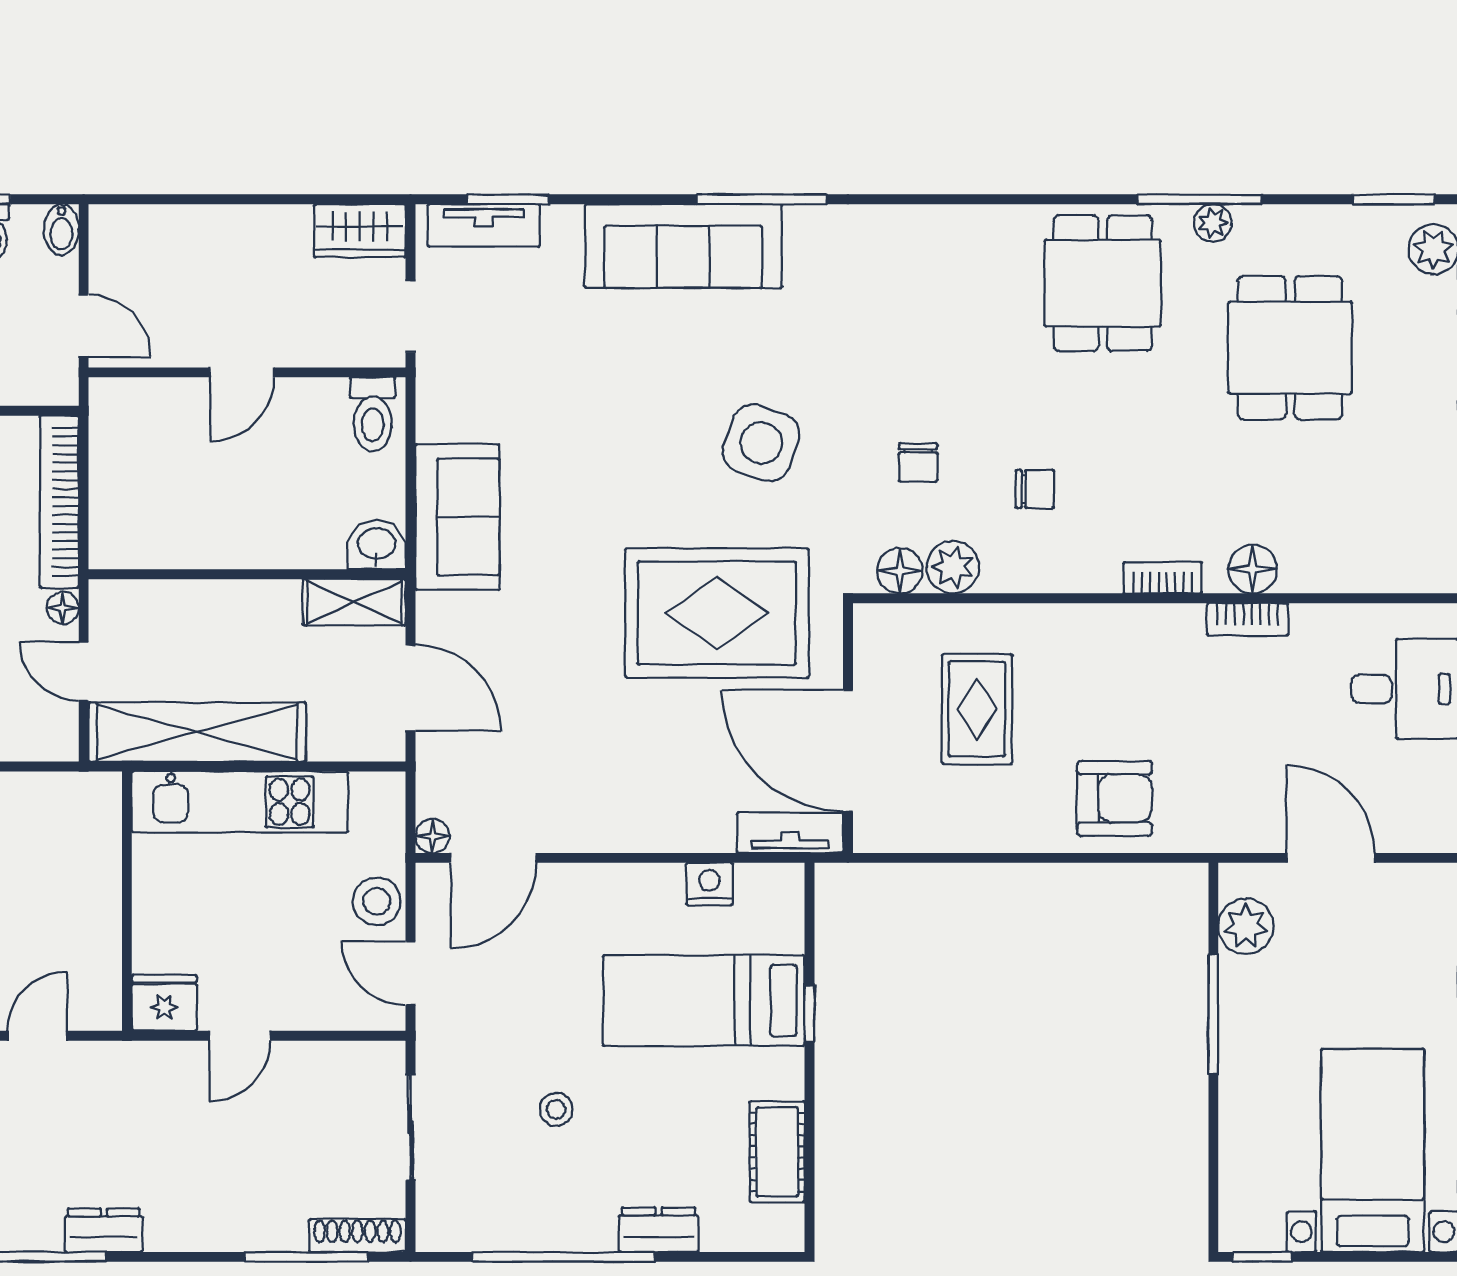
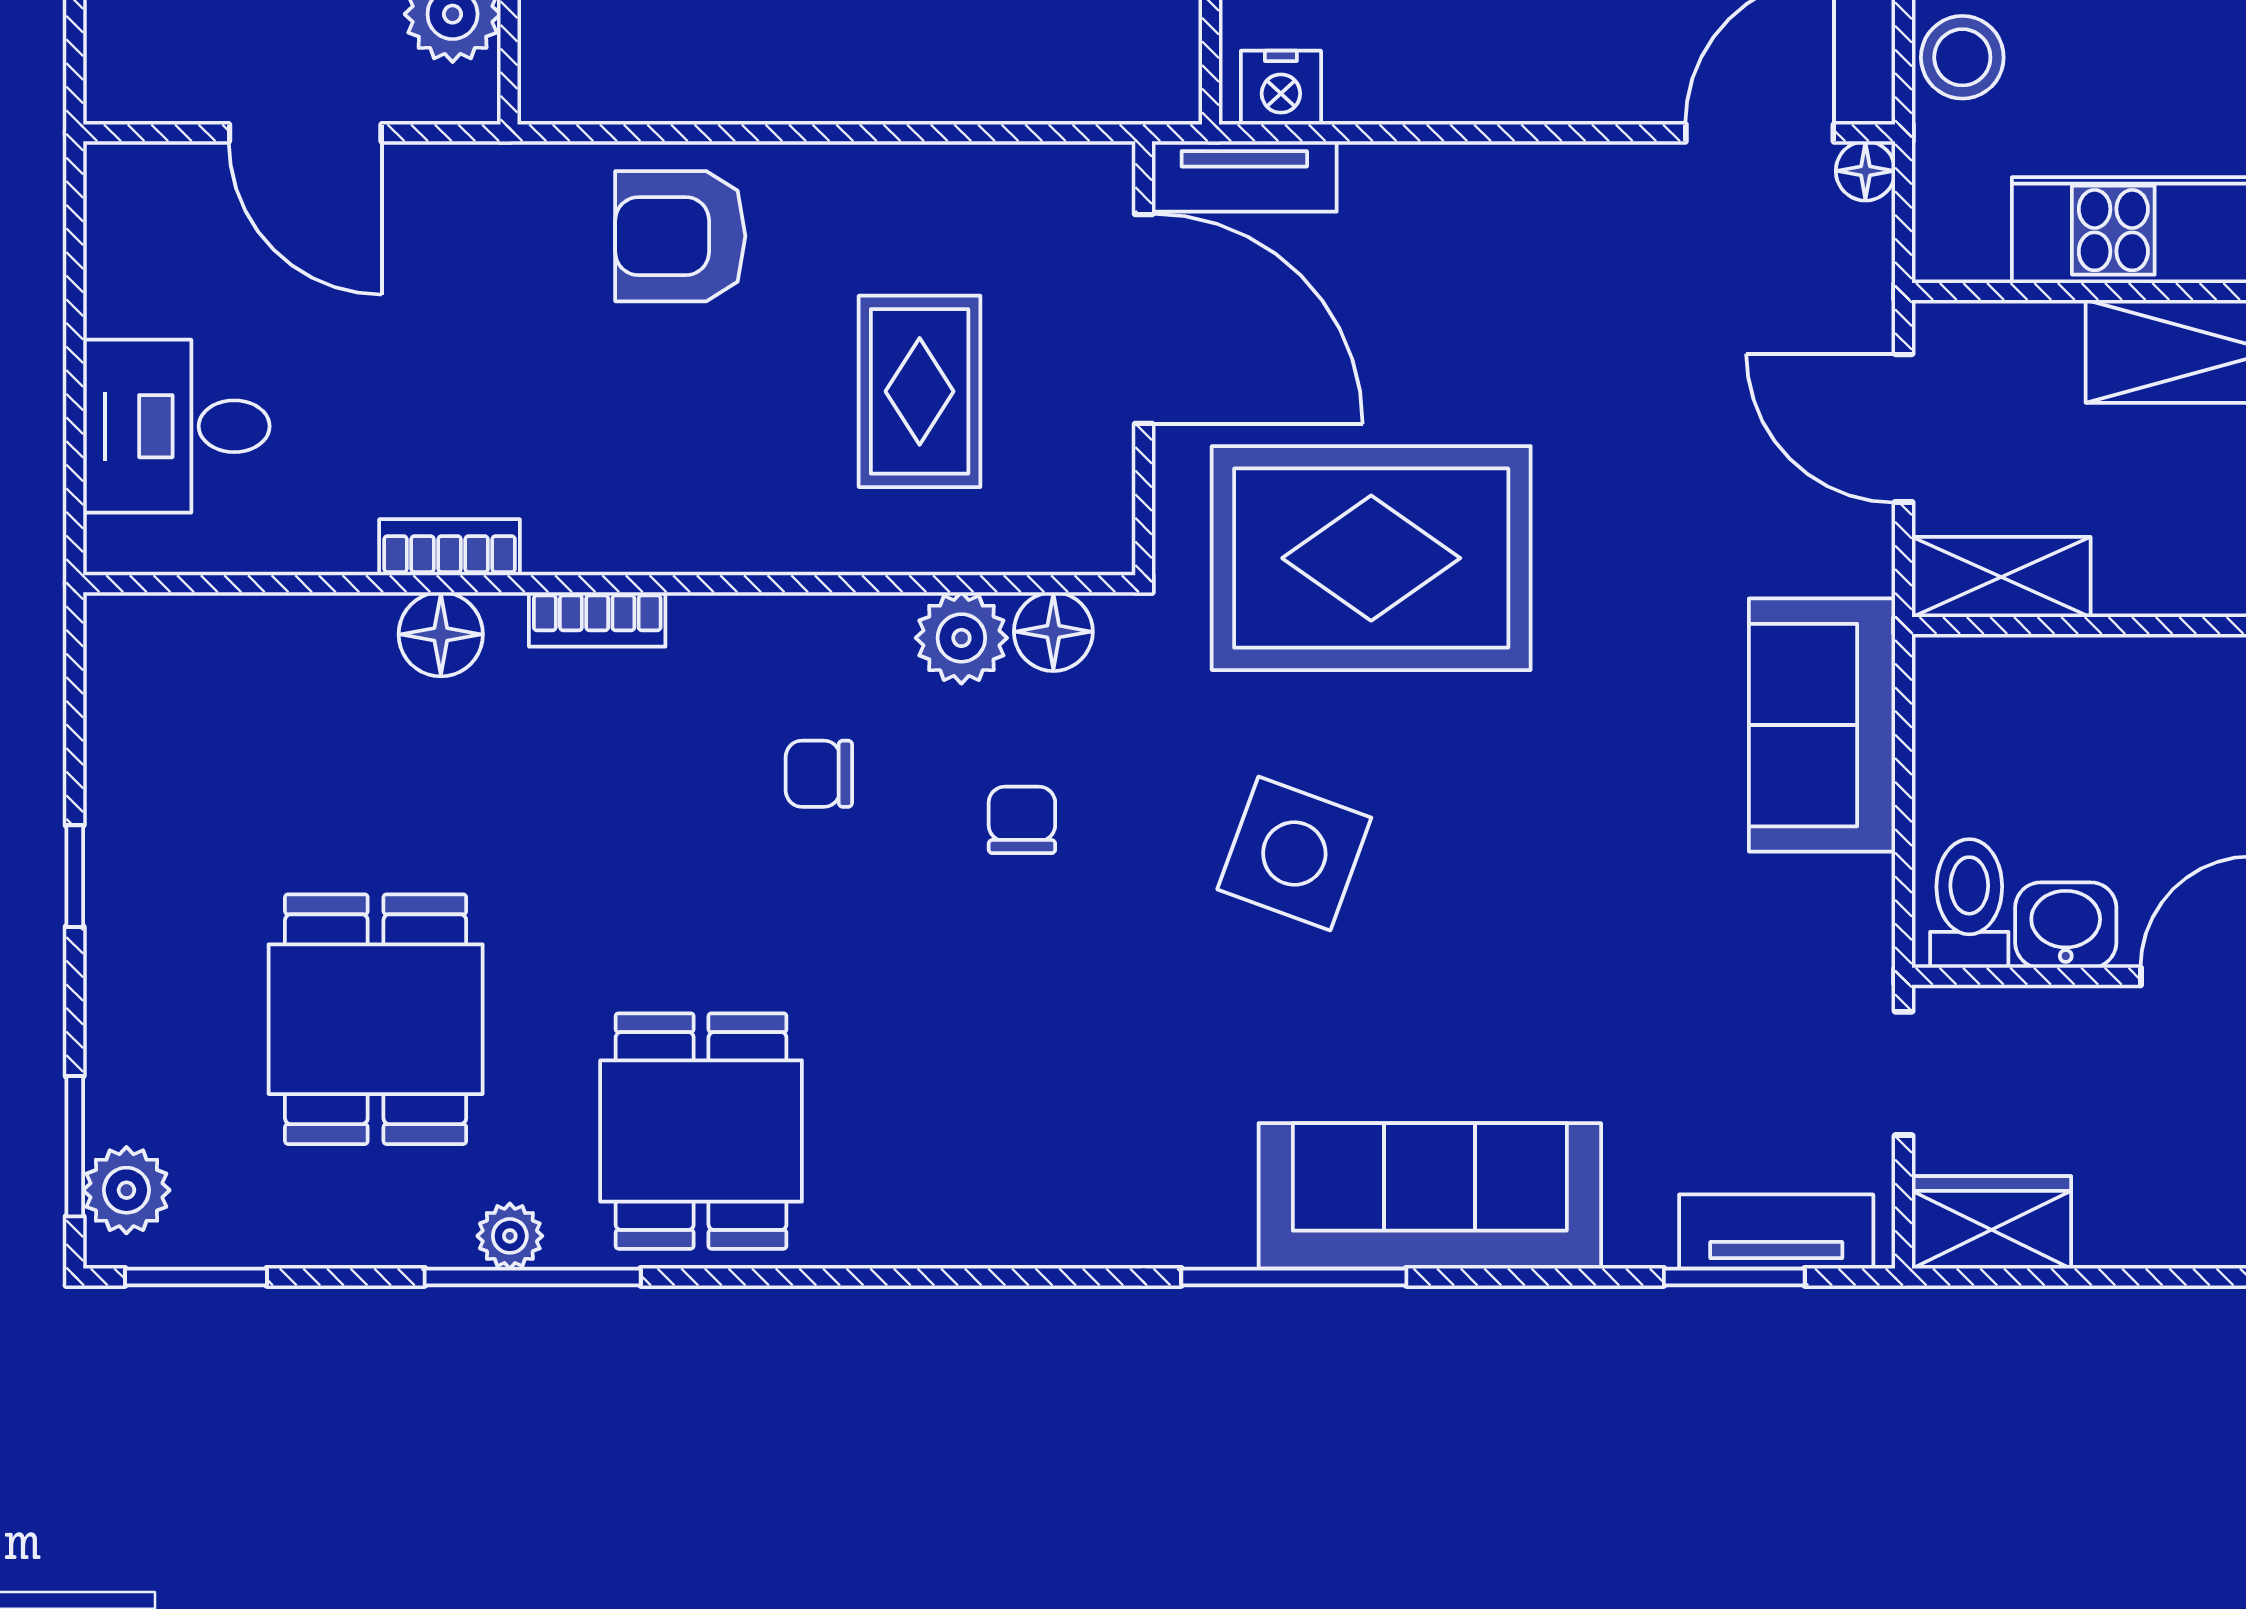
washbasin: (377, 545) -> (2066, 925), moved, turned 180
nightstand: (709, 884) -> (1281, 88), moved

